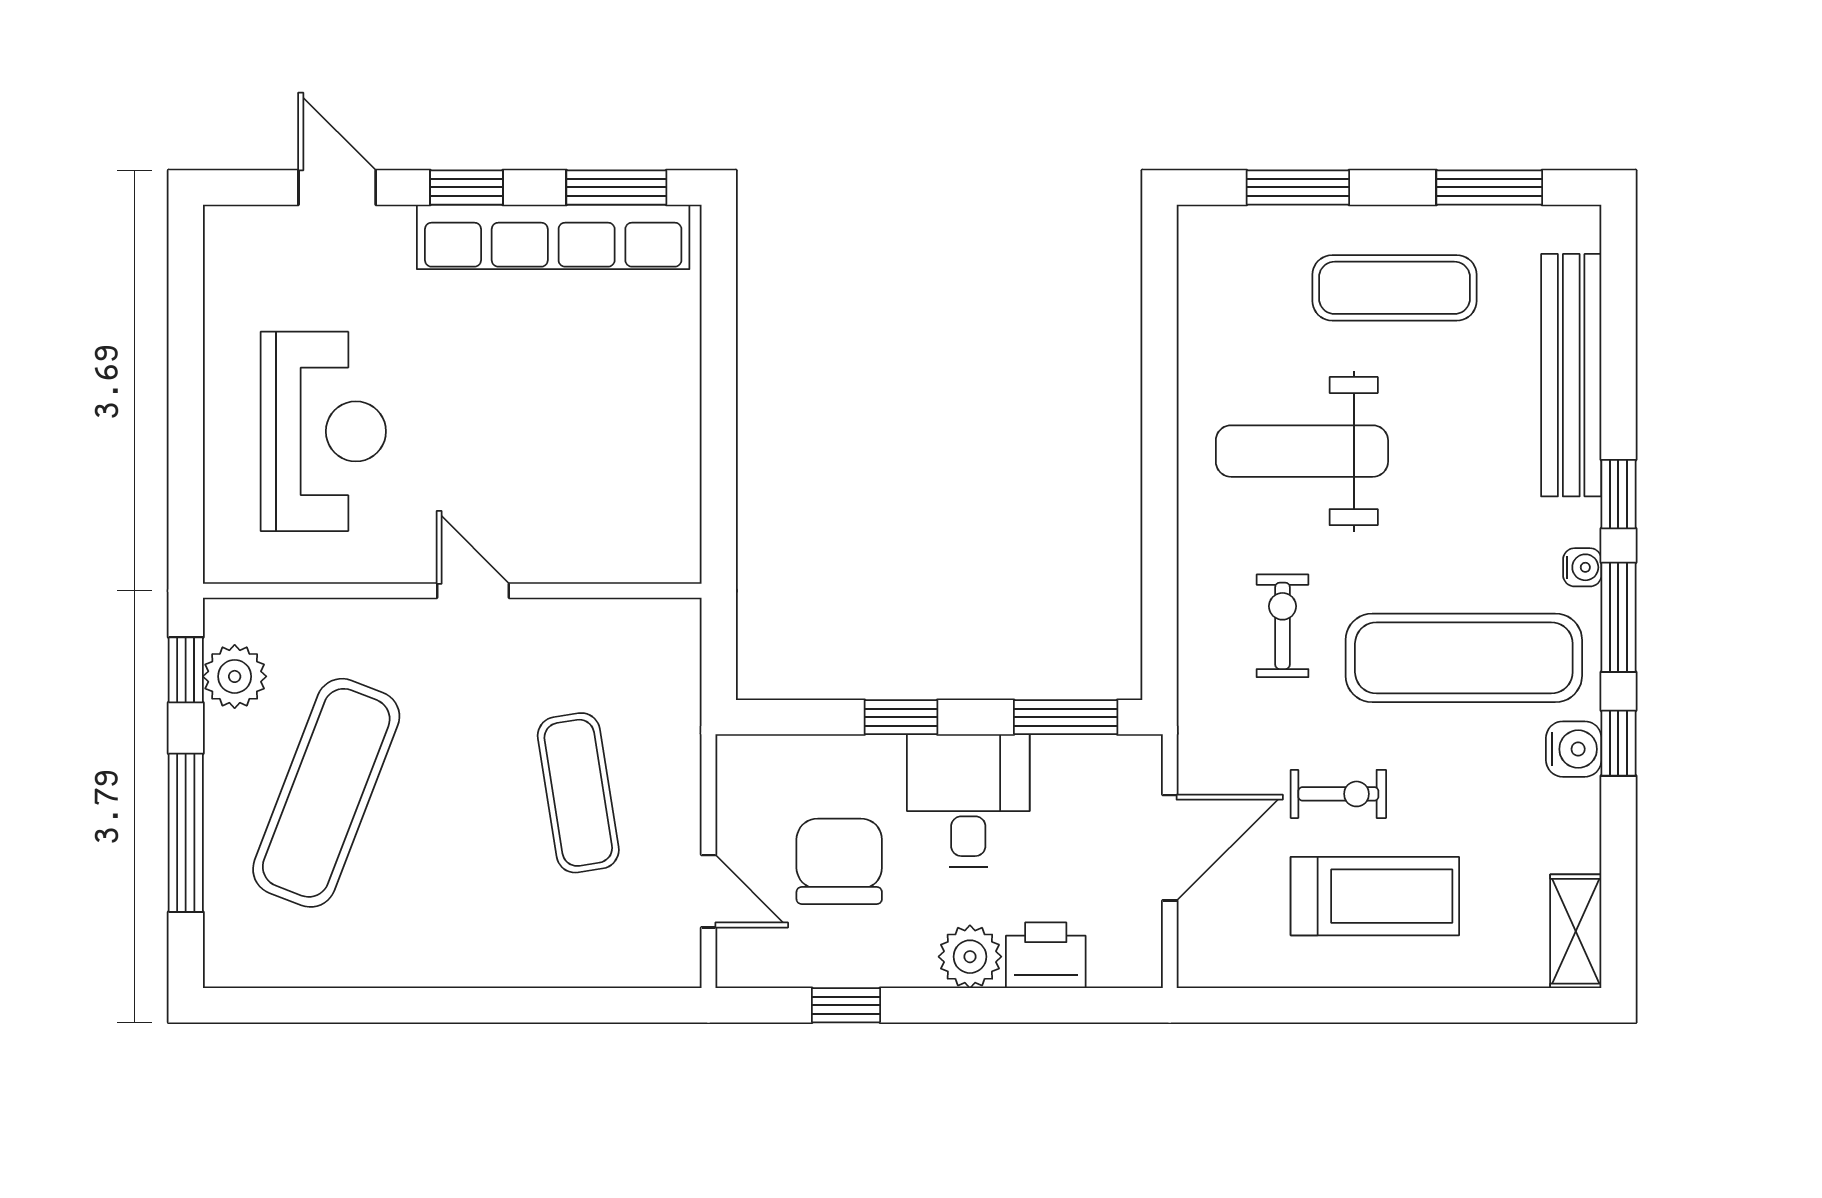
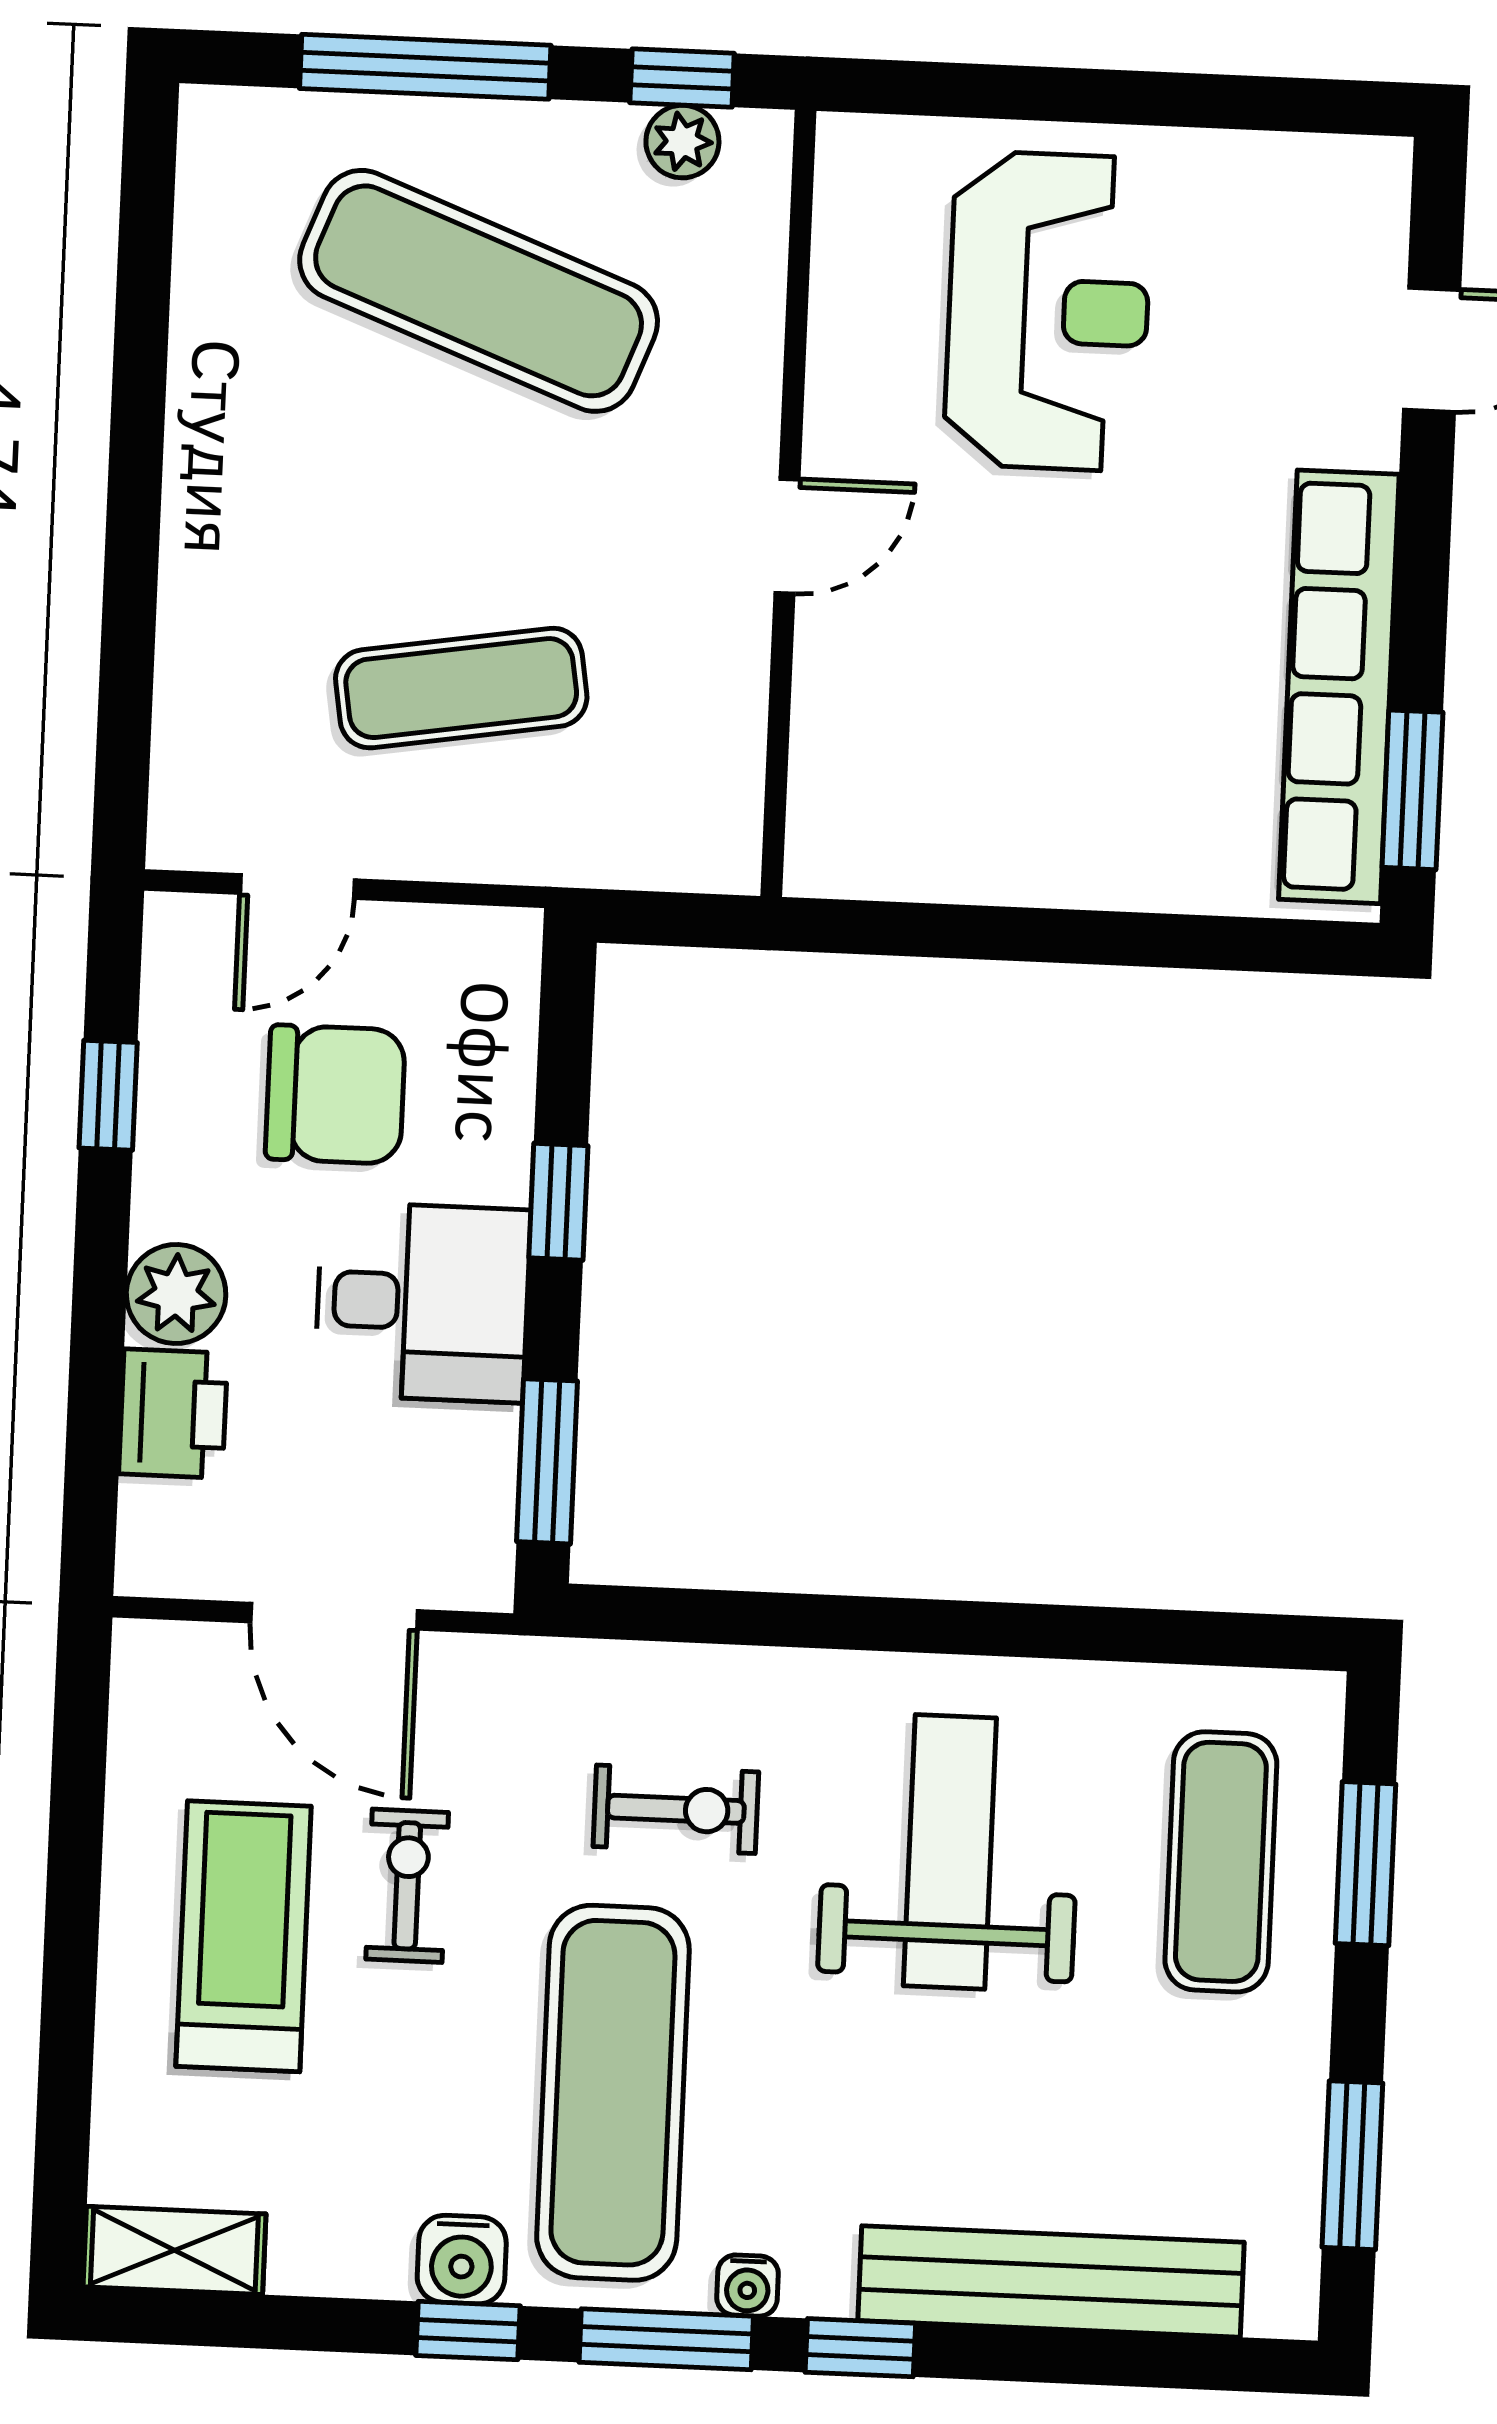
window: (467, 187) -> (1423, 554), removed
exercise mat: (1394, 288) -> (1221, 1862), moved
reception desk: (323, 431) -> (1048, 311), turned -90
plant: (235, 676) -> (682, 142), width x0.73, depth x0.73
exercise bike: (1338, 794) -> (407, 1886), turned 180
treadmill: (1375, 896) -> (244, 1936), turned 180

